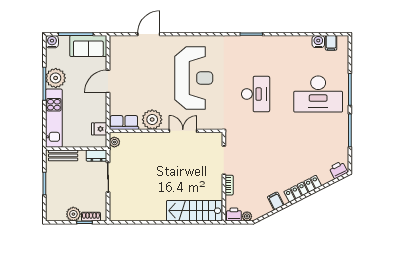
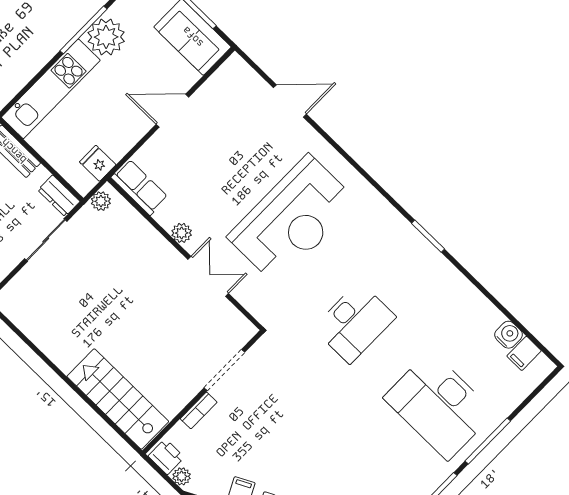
plant: (152, 120) -> (182, 233), width x0.53, depth x0.53

